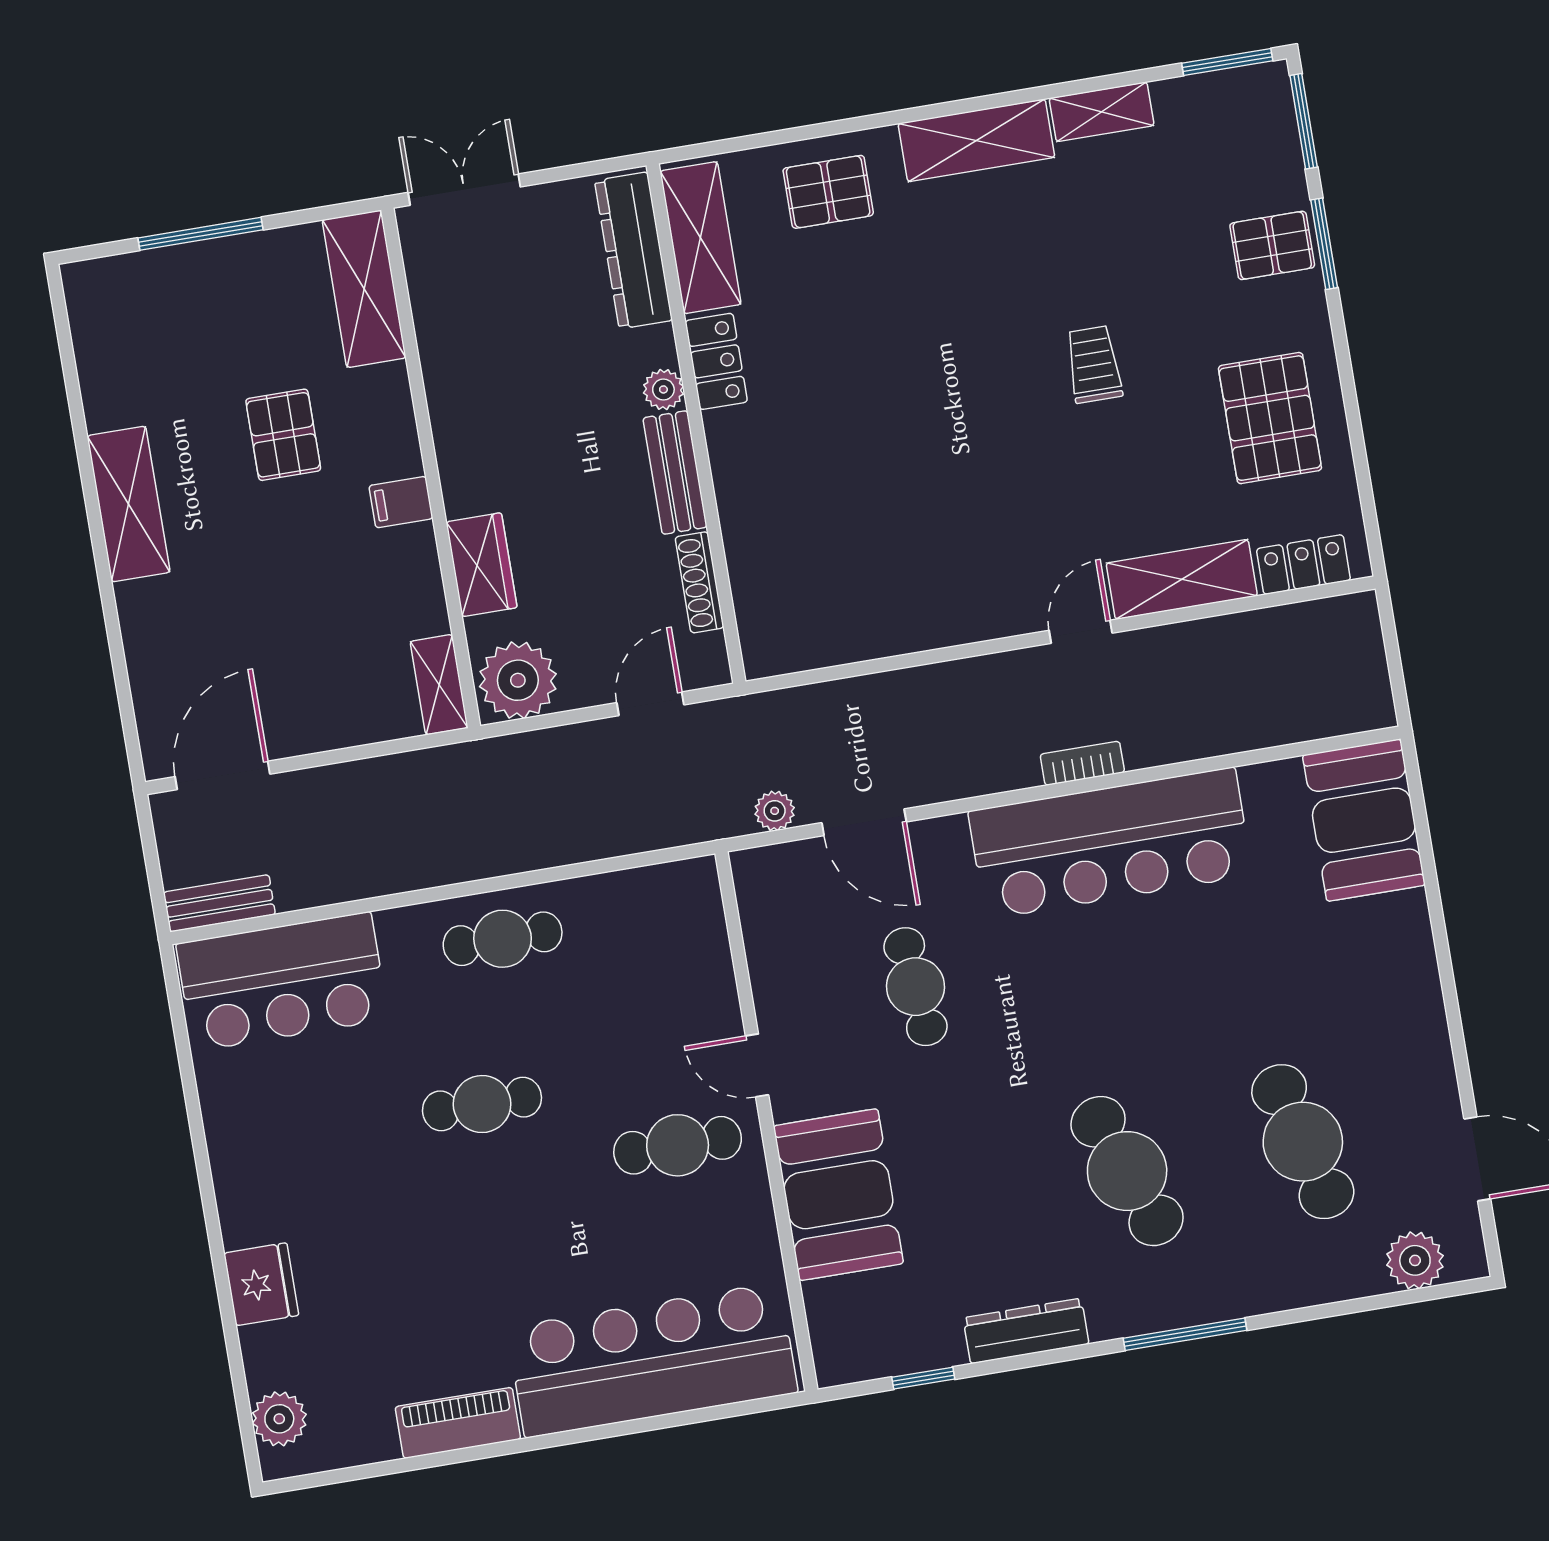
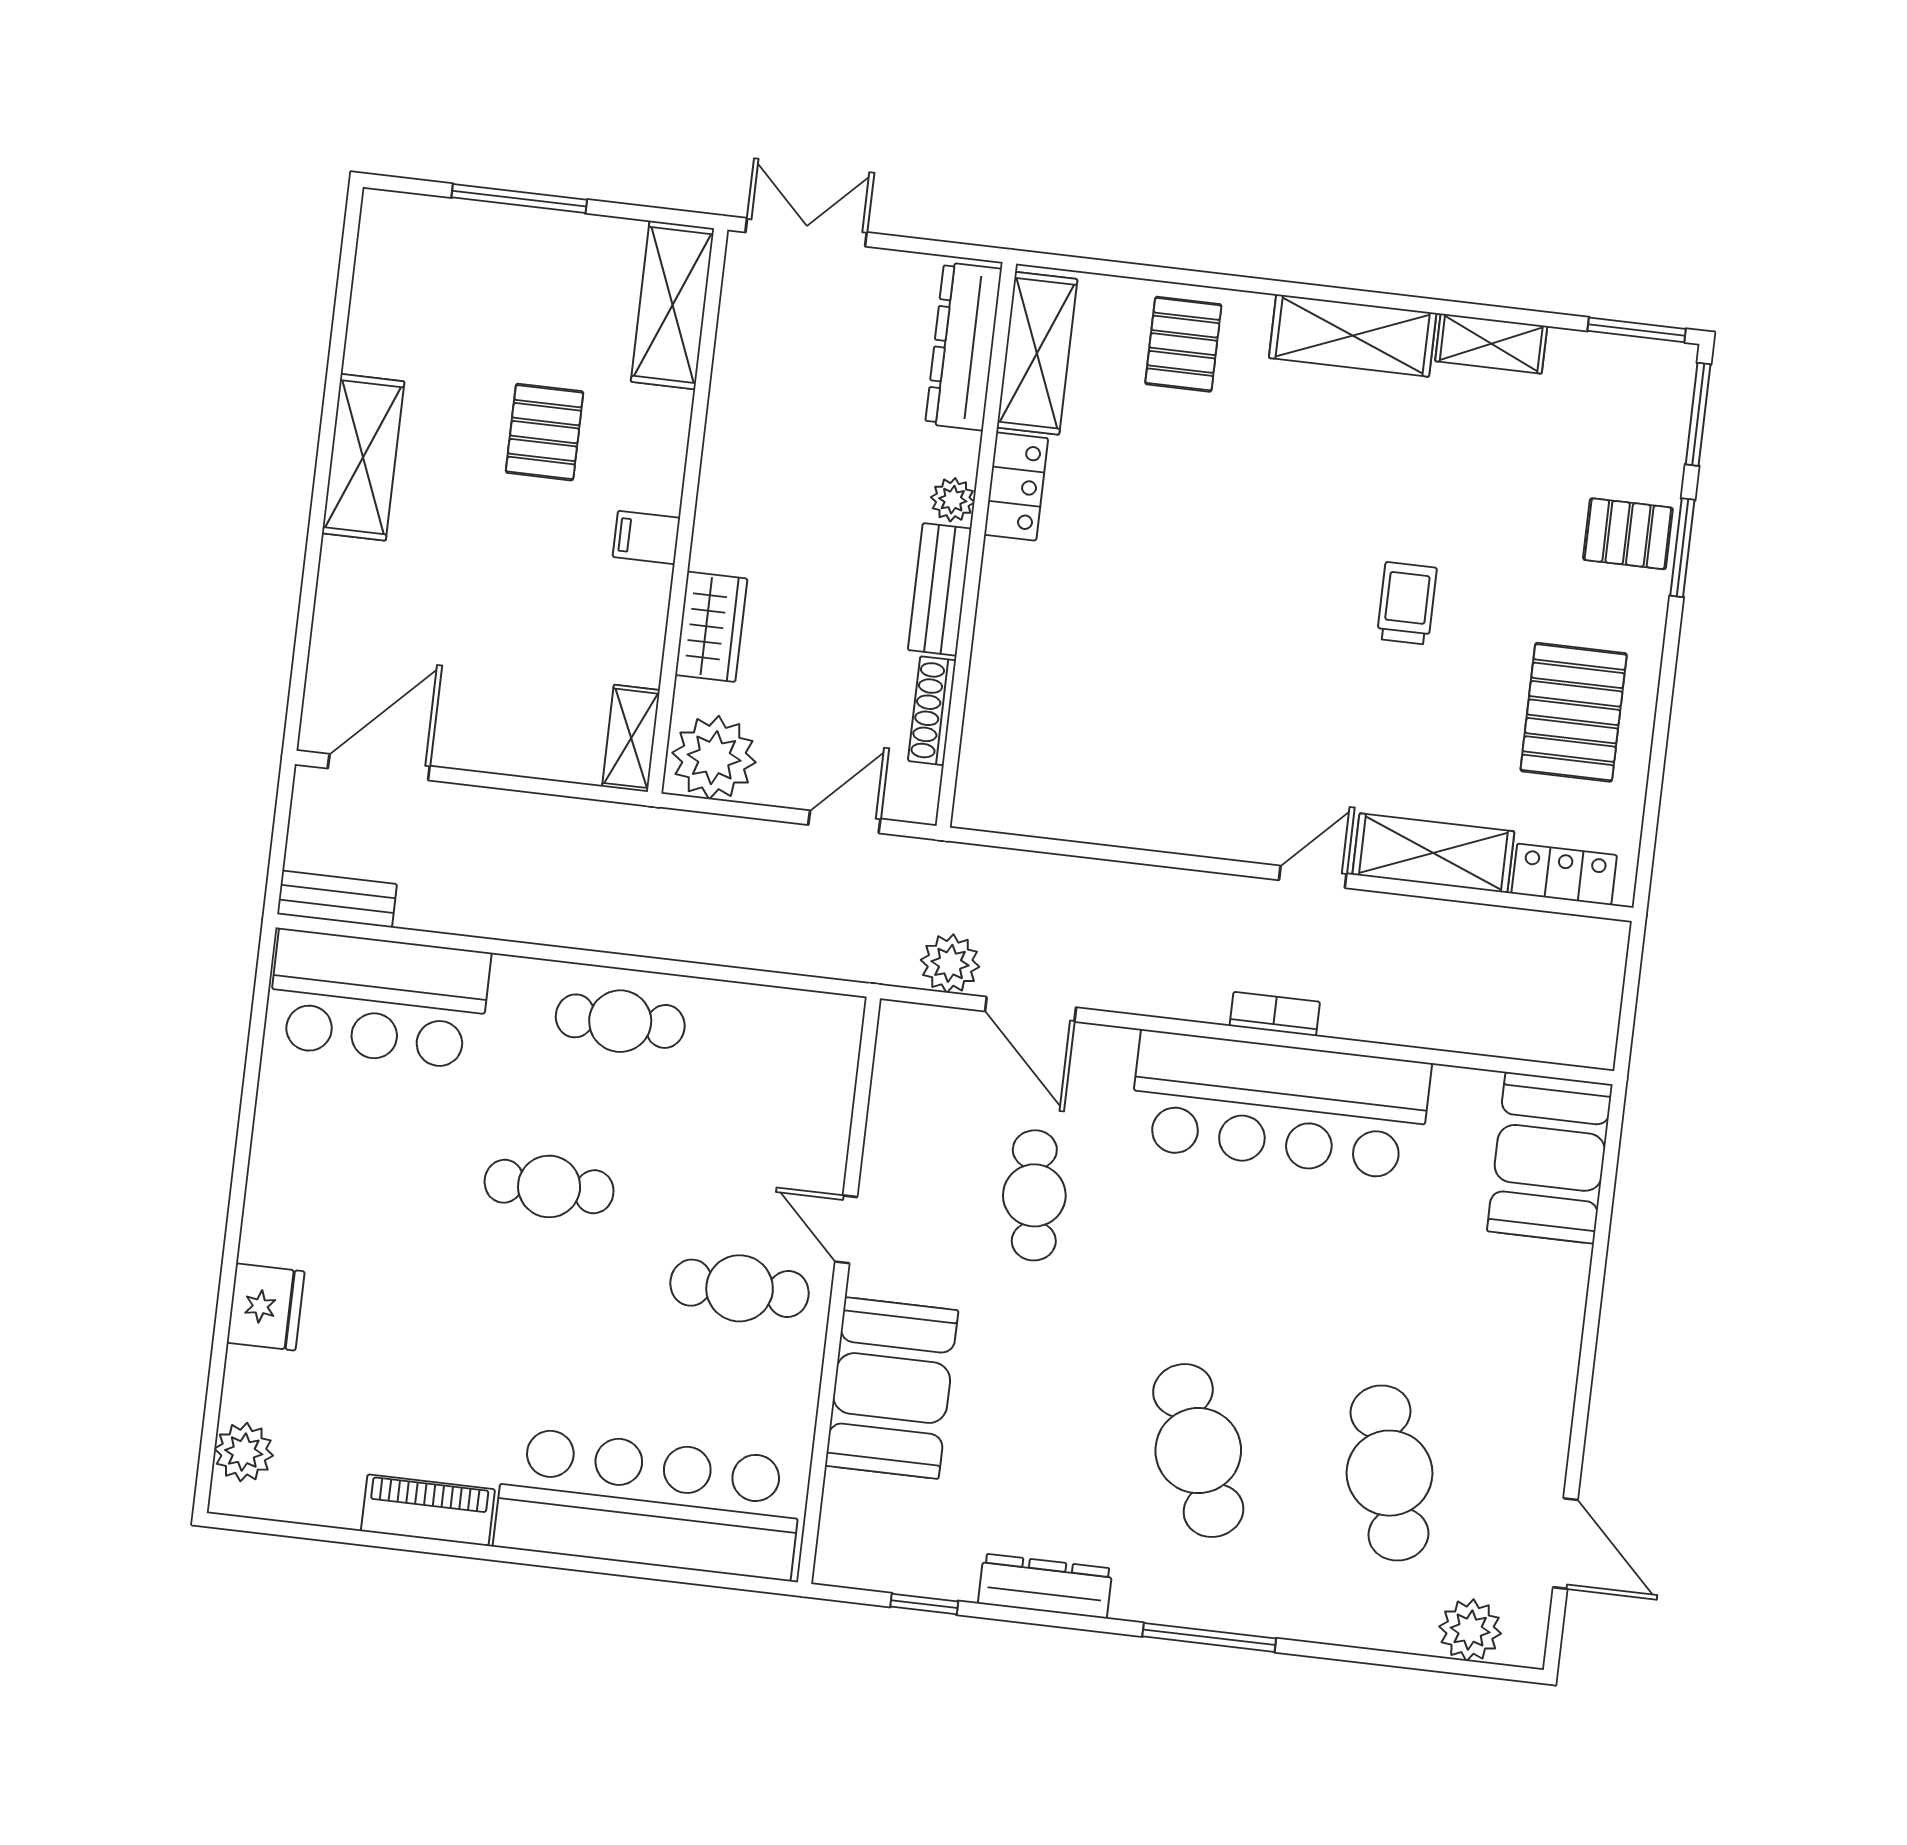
pallet: (828, 192) -> (1183, 344), turned 90
plant: (775, 811) -> (950, 963), width x1.38, depth x1.38

